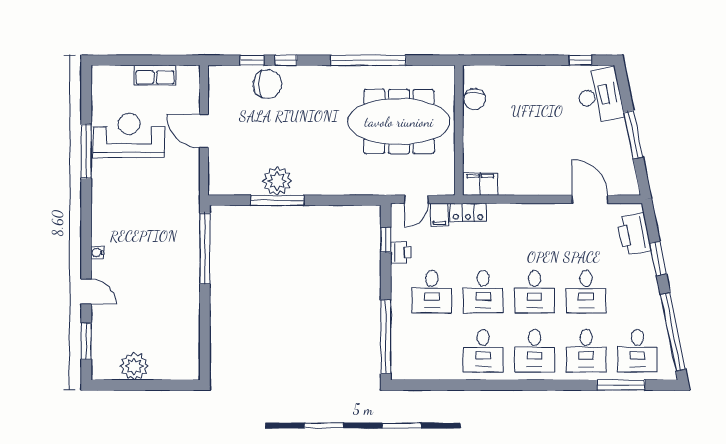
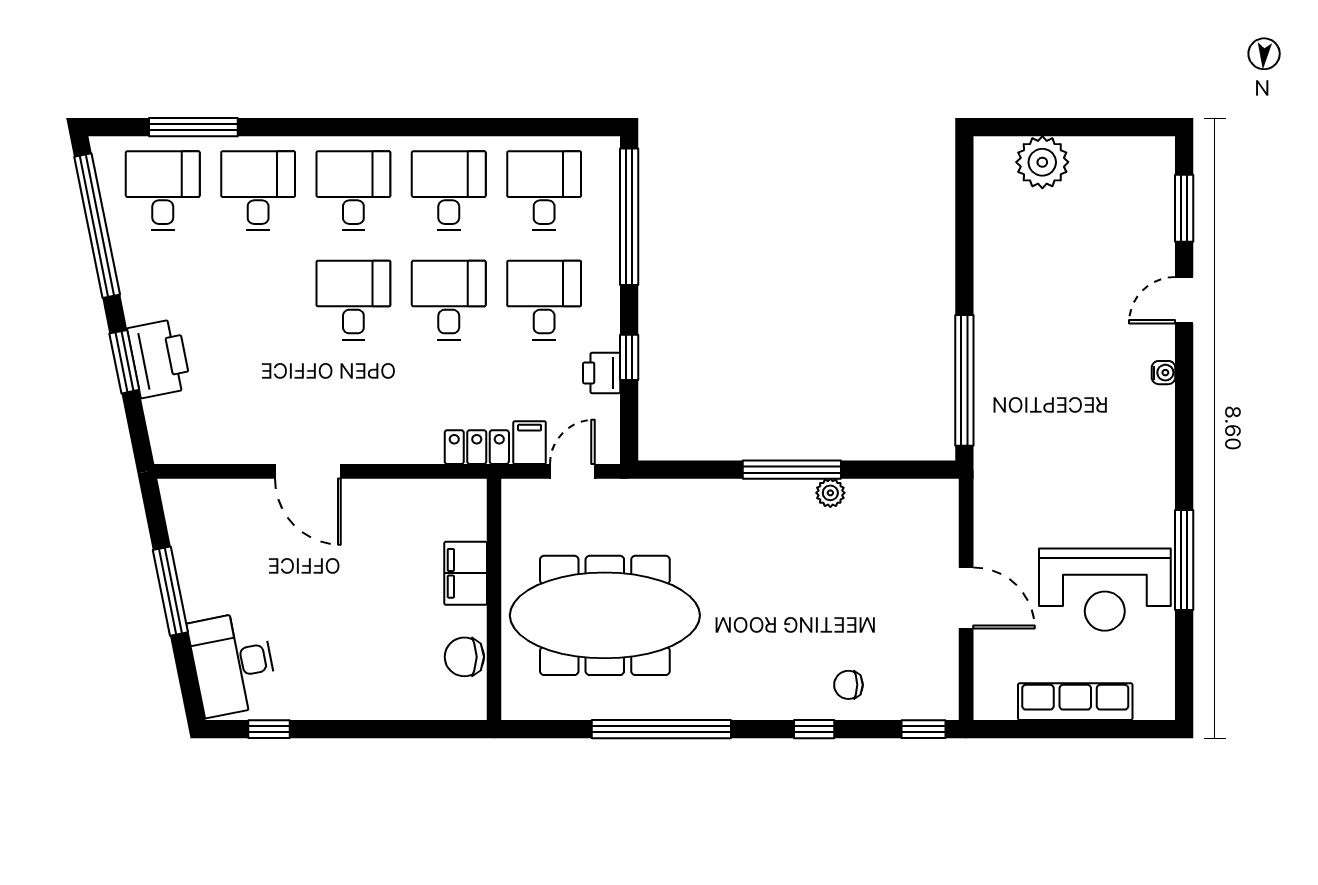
window: (252, 60) -> (924, 729), moved
row of seats: (155, 75) -> (1075, 702), width x1.48
chair: (267, 84) -> (848, 685), width x0.54, depth x0.54
chair: (475, 99) -> (464, 657), turned -90
plant: (277, 181) -> (830, 493), width x0.53, depth x0.53
filing cabinet: (480, 184) -> (466, 573), moved, turned 90
door: (590, 199) -> (308, 471), moved
window: (277, 200) -> (792, 470), moved
printer: (634, 234) -> (159, 358), moved
window: (386, 240) -> (629, 357), moved
door: (86, 292) -> (1184, 300), hinge flipped
desk: (586, 292) -> (544, 191), moved
plant: (134, 366) -> (1042, 162), moved

